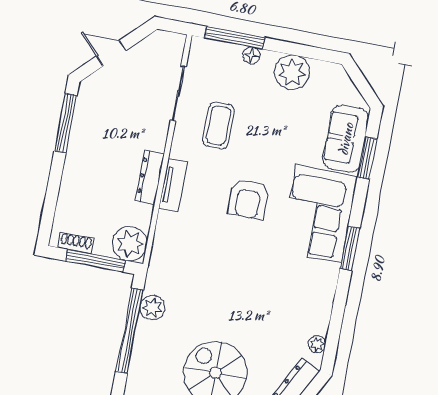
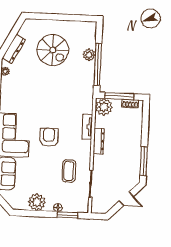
window: (235, 38) -> (67, 215), width x0.69
tv unit: (173, 186) -> (87, 127), moved
plant: (152, 308) -> (89, 55), moved

